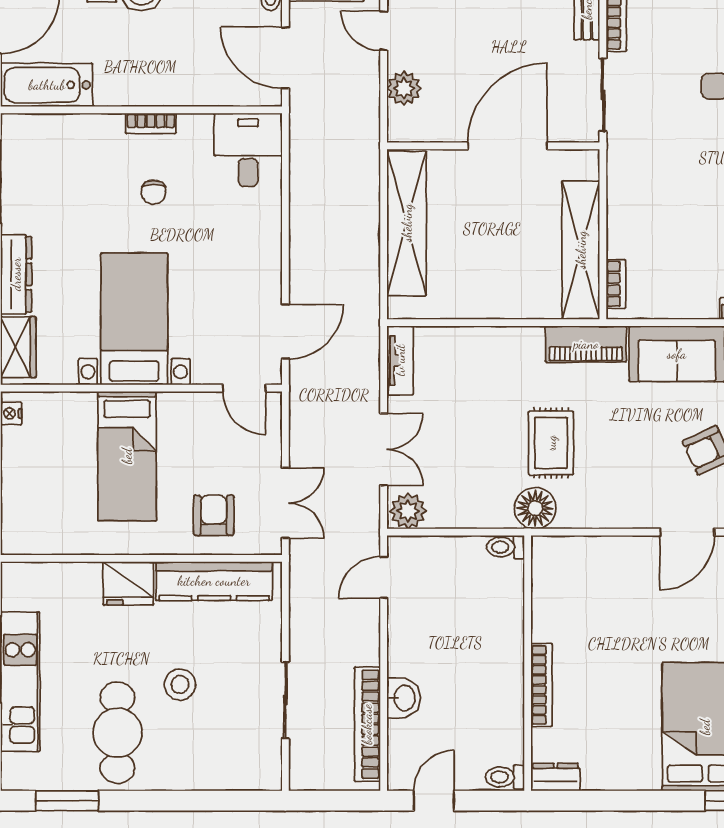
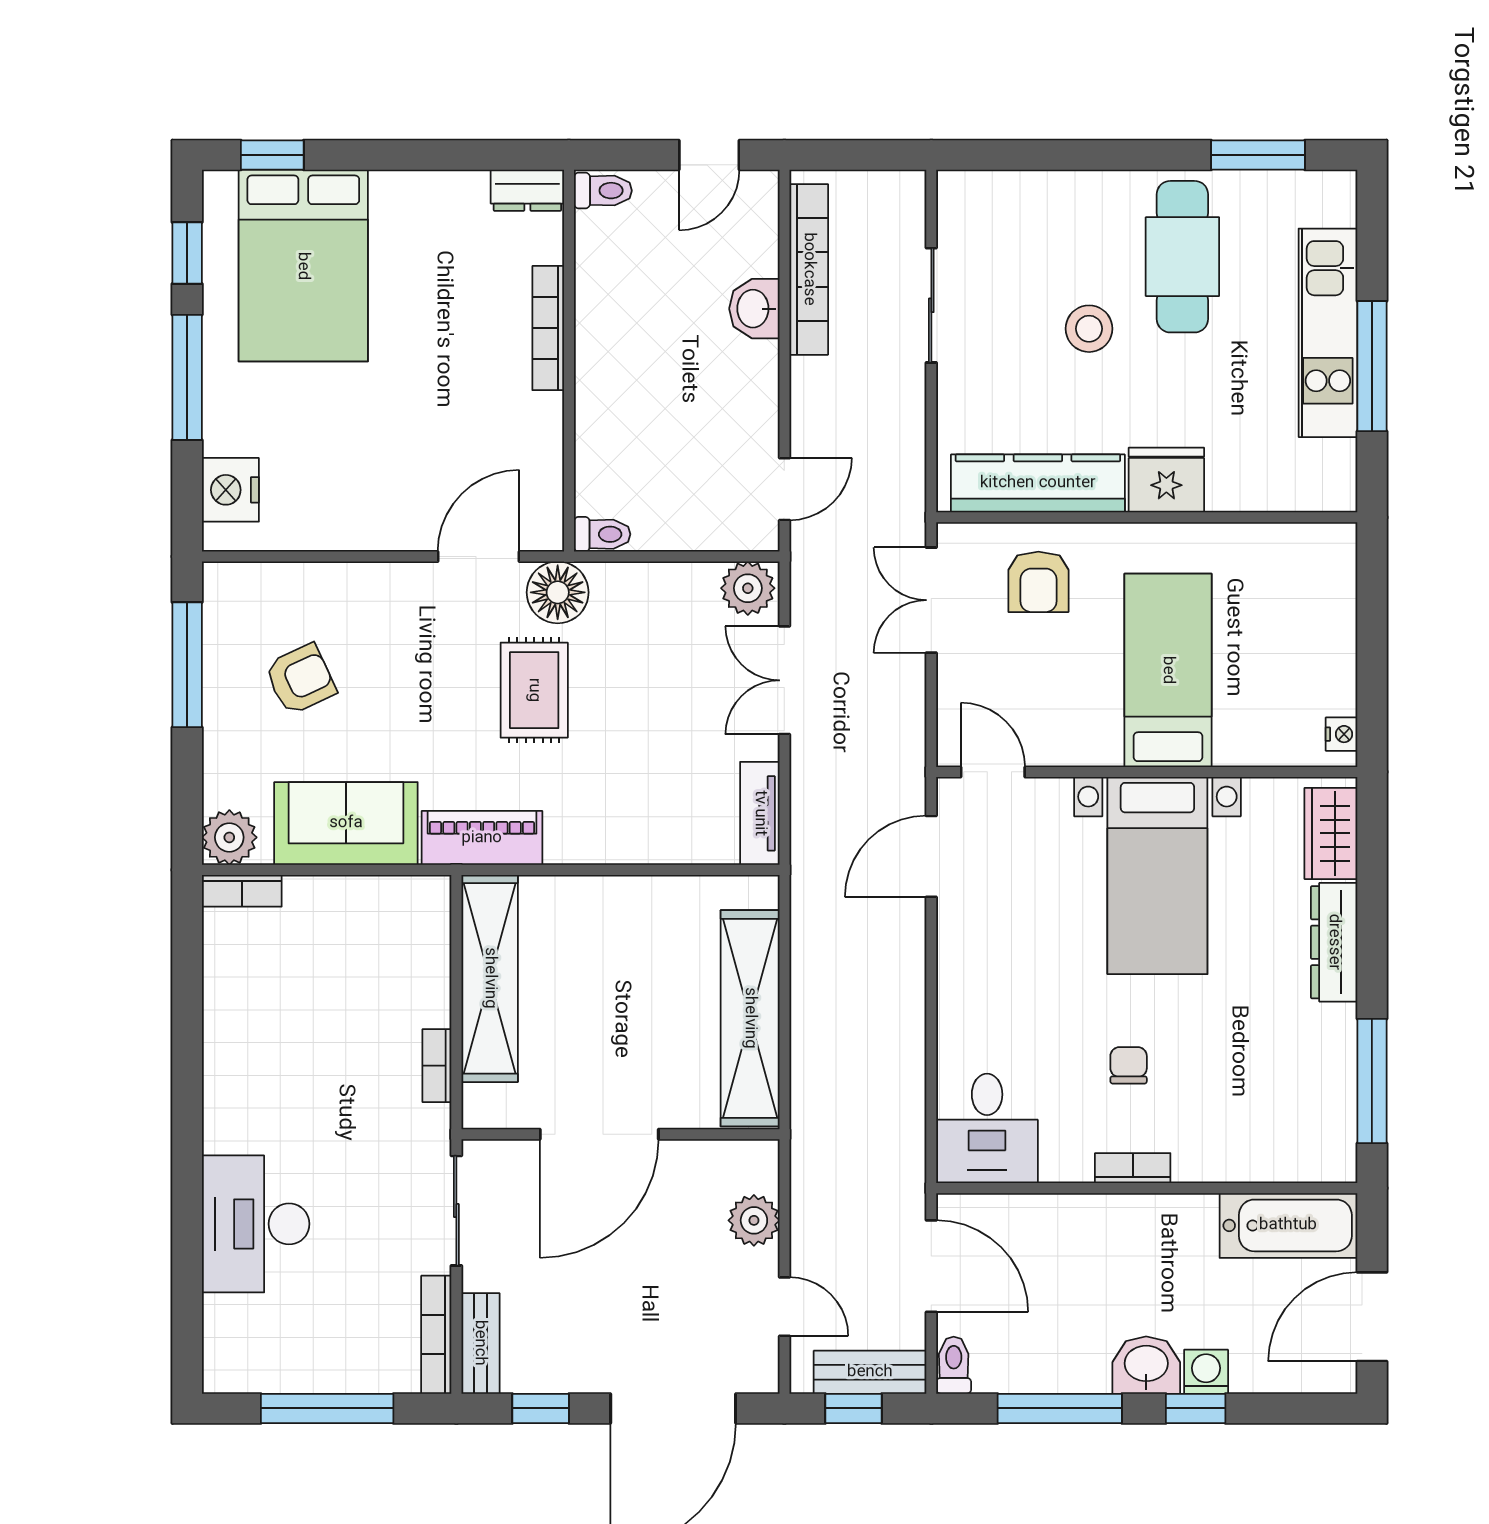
bookcase: (616, 284) -> (437, 1066), moved
door: (687, 532) -> (479, 557), moved

